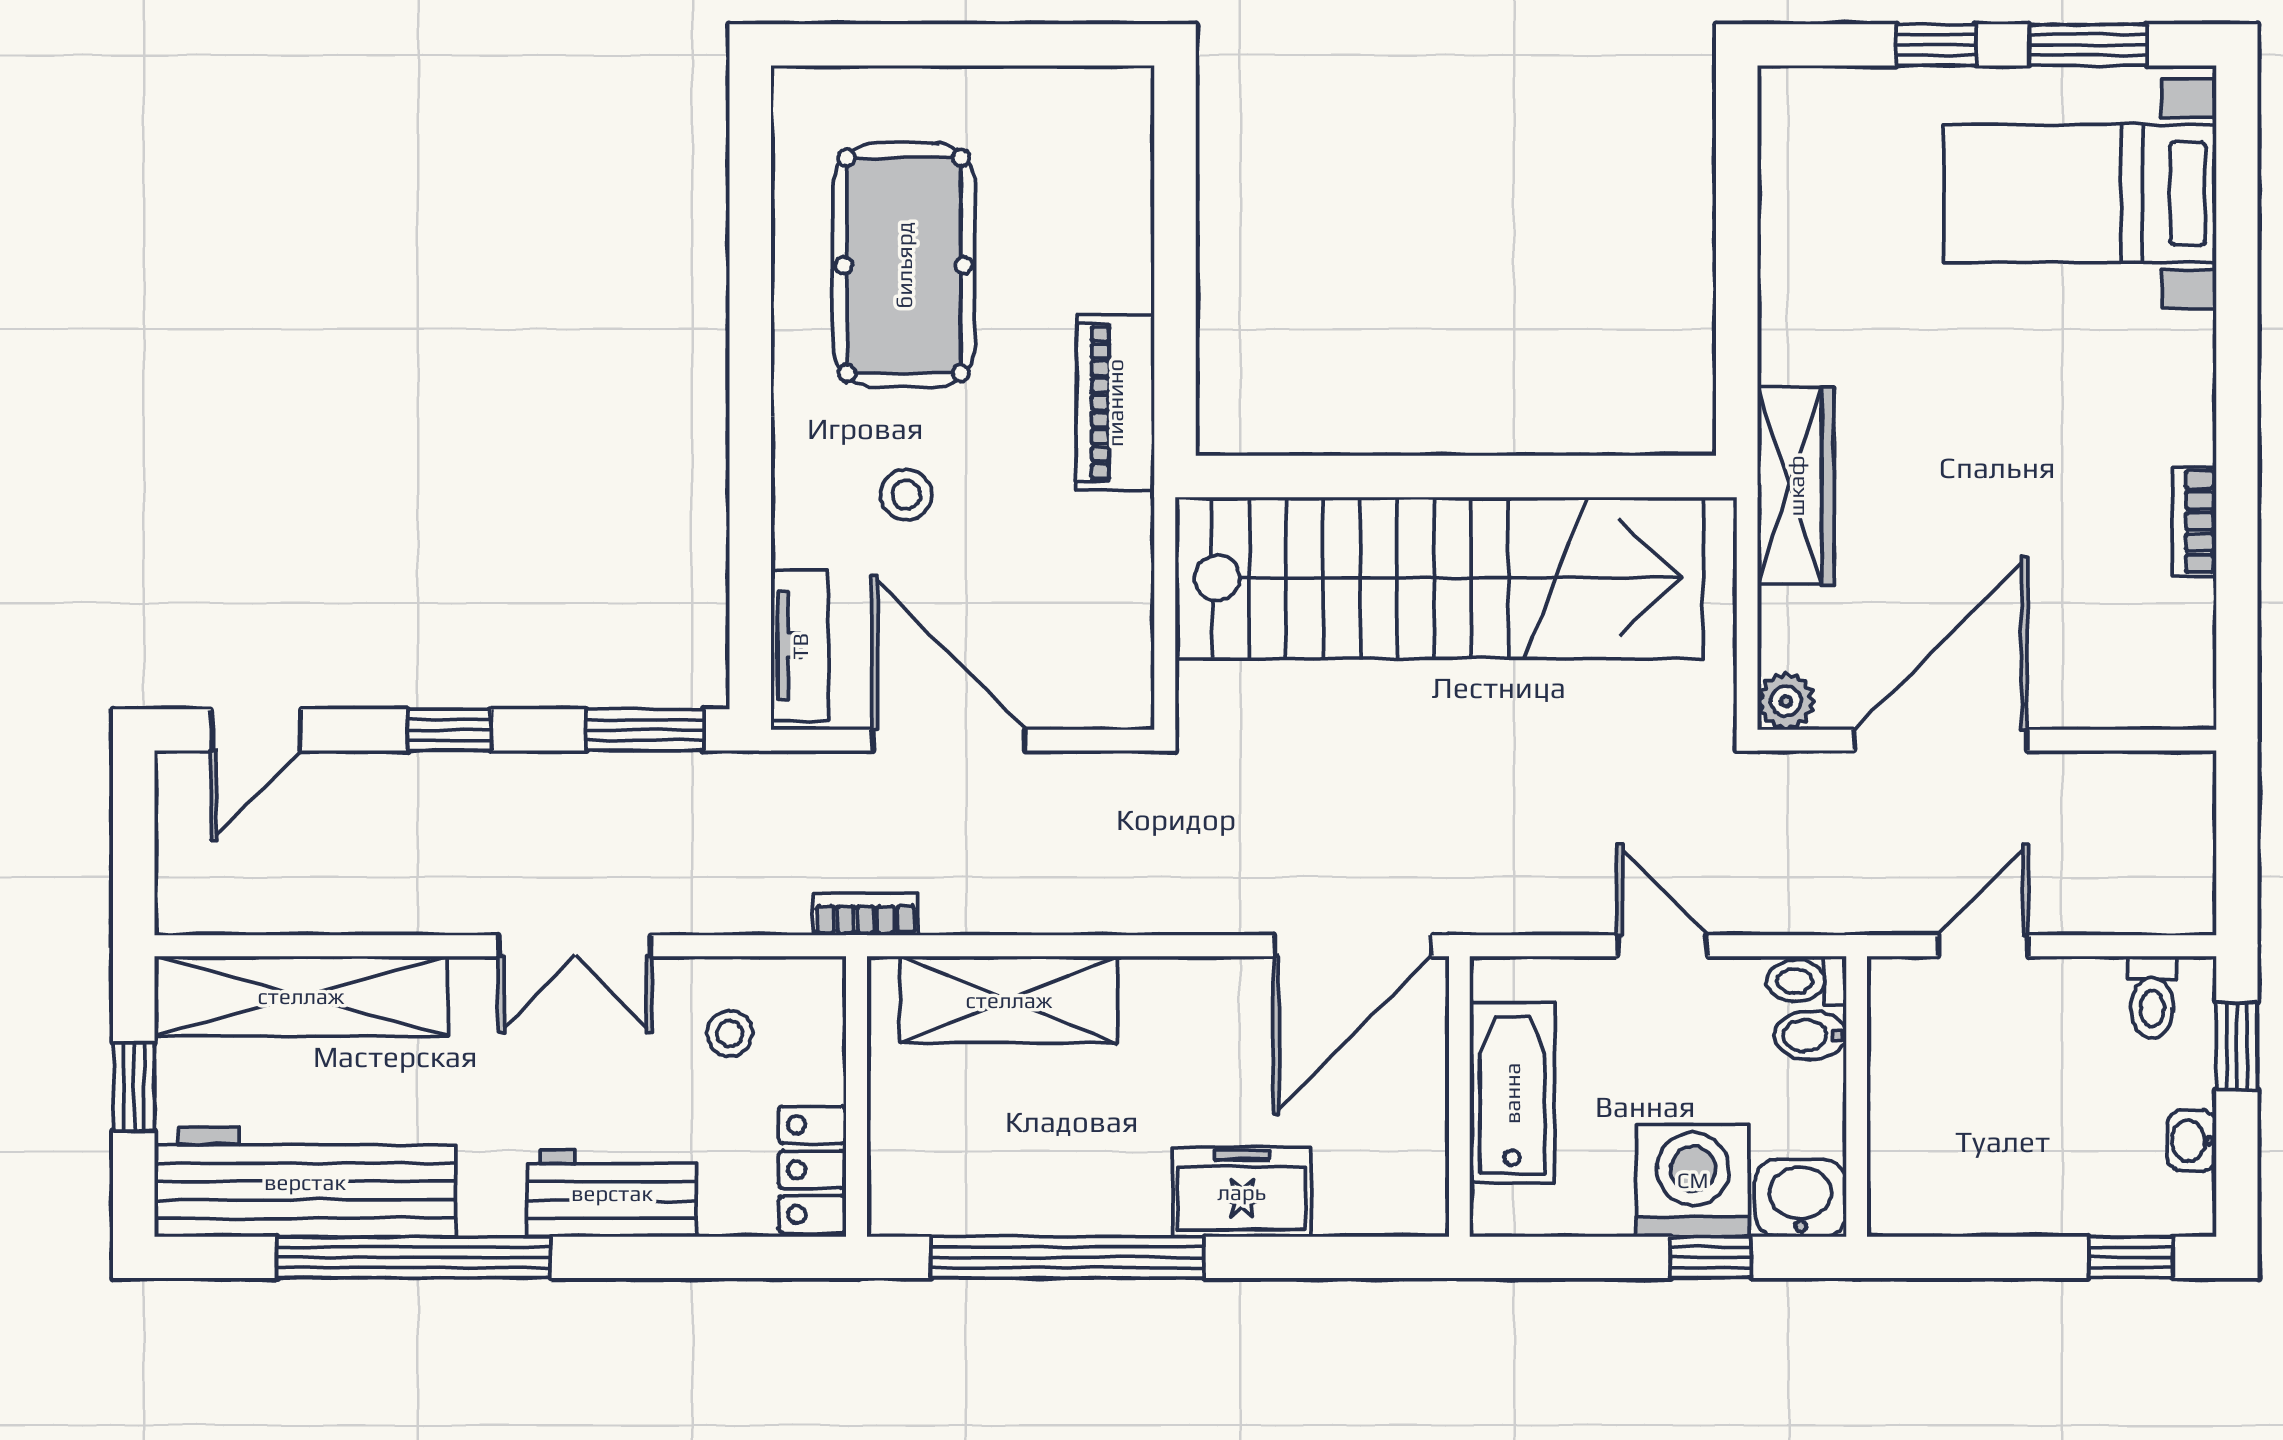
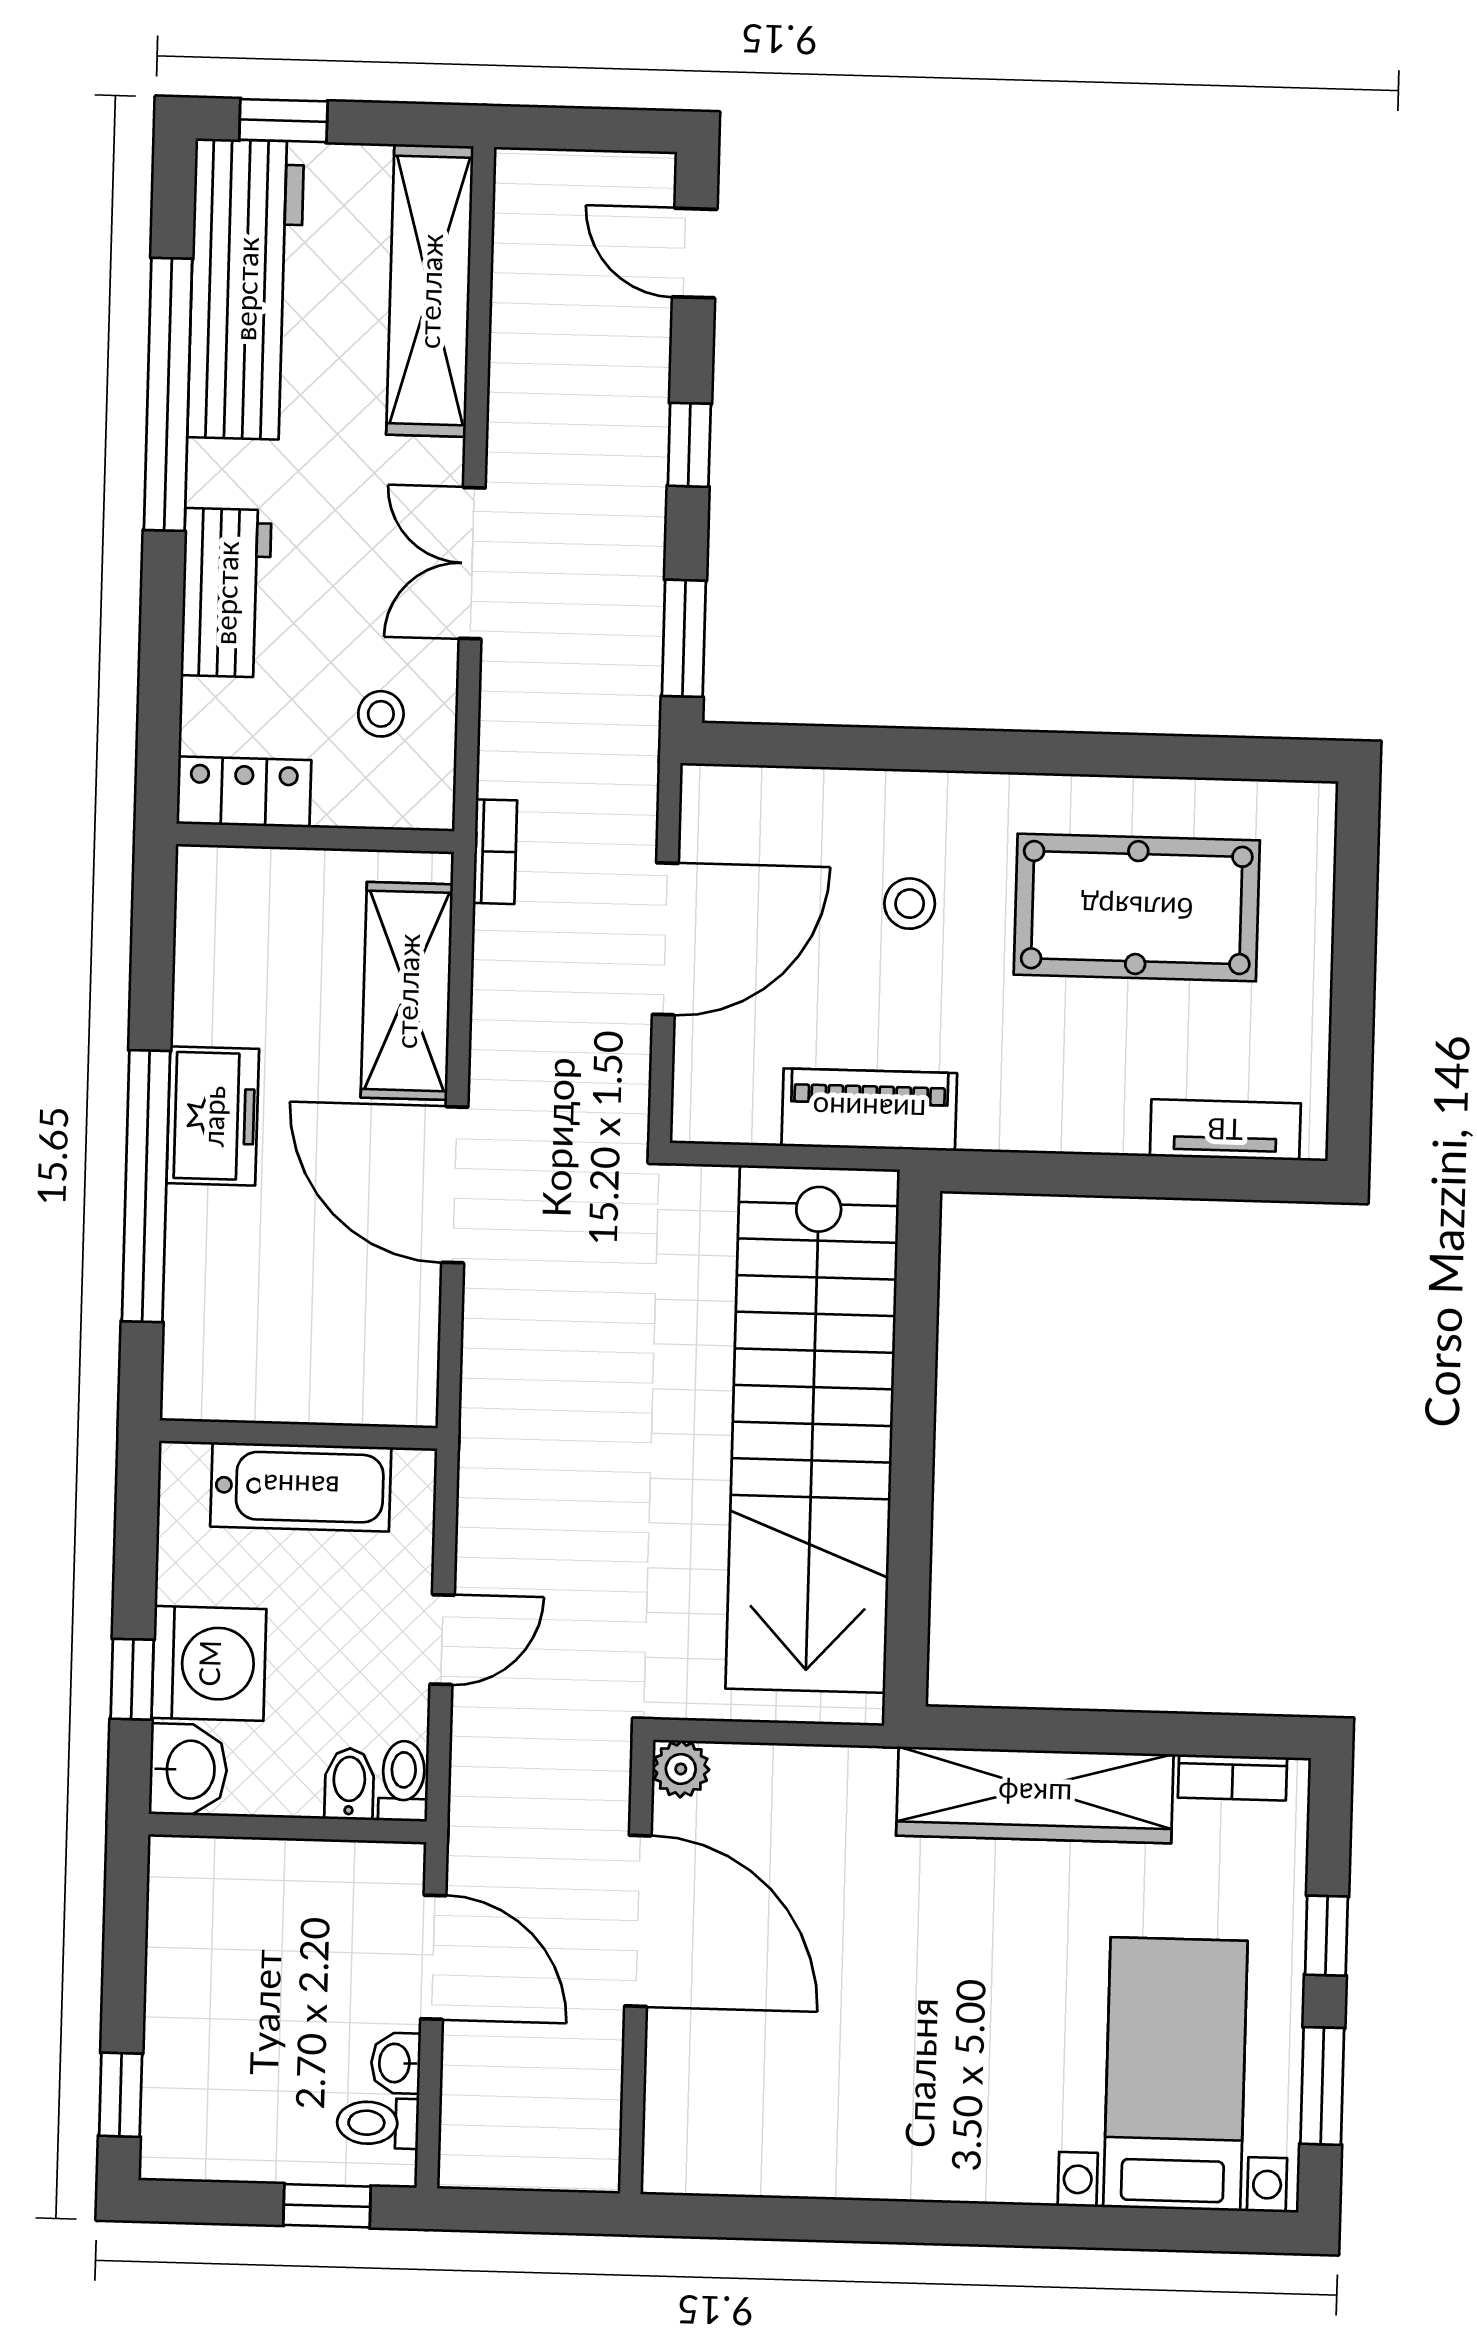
piano: (1115, 403) -> (869, 1110), moved
wardrobe: (1796, 486) -> (1035, 1795), moved, width x1.40, depth x1.17
bookcase: (2195, 522) -> (1232, 1778), moved, turned 180
tv unit: (800, 646) -> (1225, 1130), moved, turned 180
door: (1352, 946) -> (455, 1185), moved
door: (1983, 946) -> (433, 1957), width x1.38
window: (134, 1087) -> (283, 121), moved
washbasin: (2192, 1141) -> (396, 2063), moved, turned -90
freezer: (1242, 1192) -> (213, 1116), moved
window: (1067, 1257) -> (146, 1186), moved

